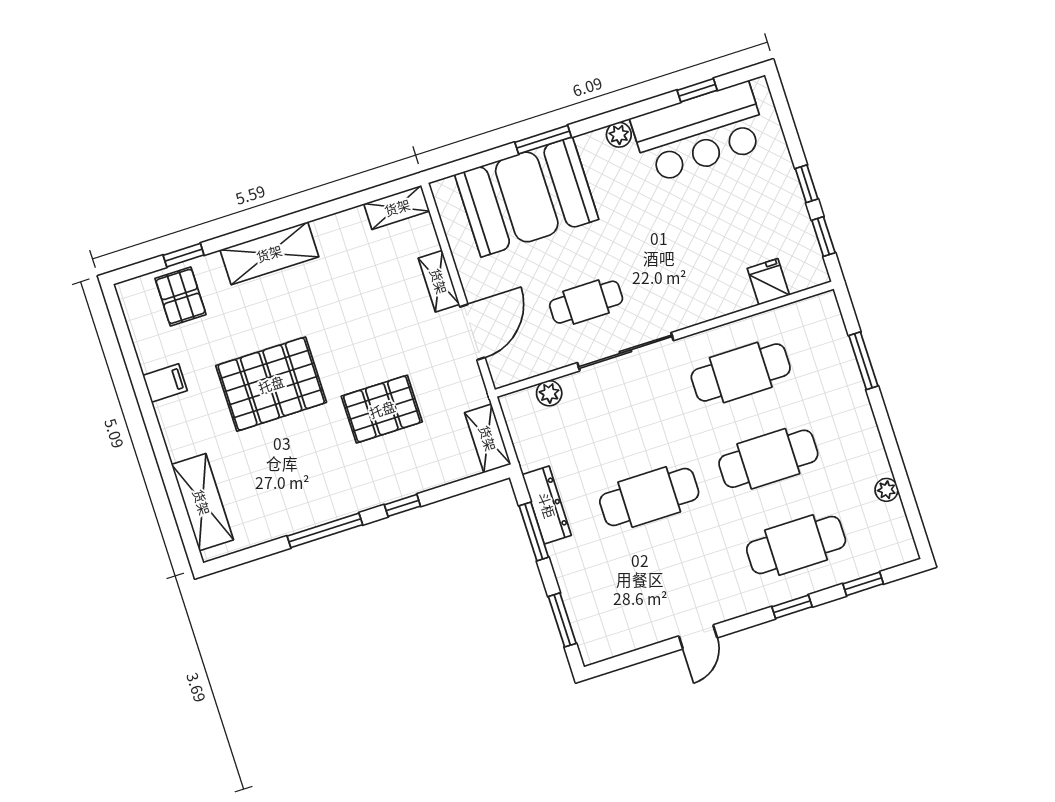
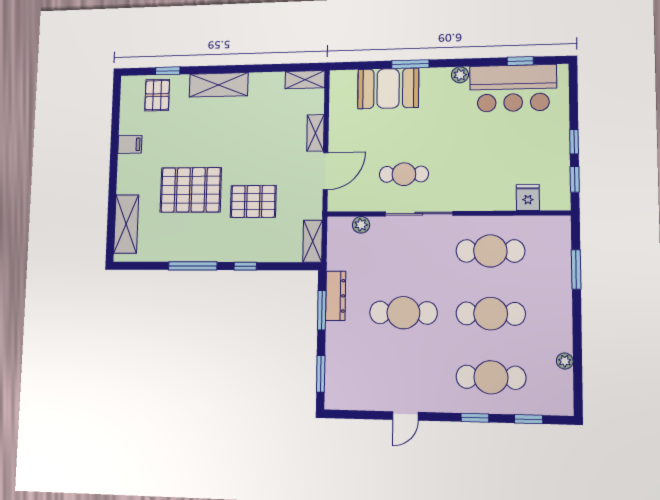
booth: (527, 197) -> (388, 88), width x0.73, depth x0.70
pallet: (271, 384) -> (191, 190), moved

